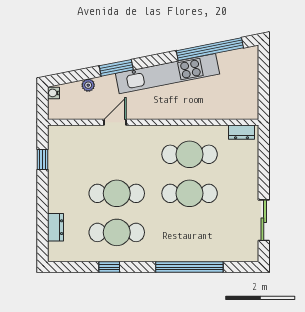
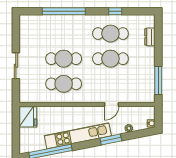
fridge: (245, 103) -> (28, 117), added
dresser: (242, 132) -> (30, 98), removed
window: (43, 160) -> (158, 80), width x2.17
sliding door: (264, 220) -> (16, 66), moved

